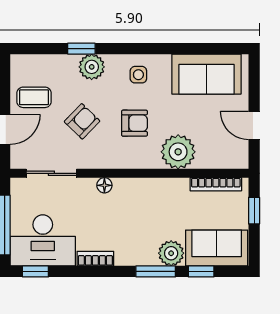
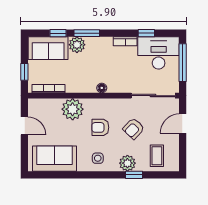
coffee table: (34, 97) -> (157, 156), moved, turned 90
sliding door: (51, 173) -> (153, 96), width x1.37
floor lamp: (104, 185) -> (102, 88), moved
window: (35, 271) -> (146, 33), moved

